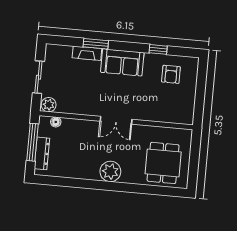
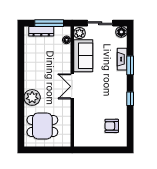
window: (158, 49) -> (130, 99), moved
floor lamp: (52, 51) -> (121, 32), added
sofa: (122, 62) -> (83, 56), moved, turned 180
plant: (110, 171) -> (32, 97), moved

